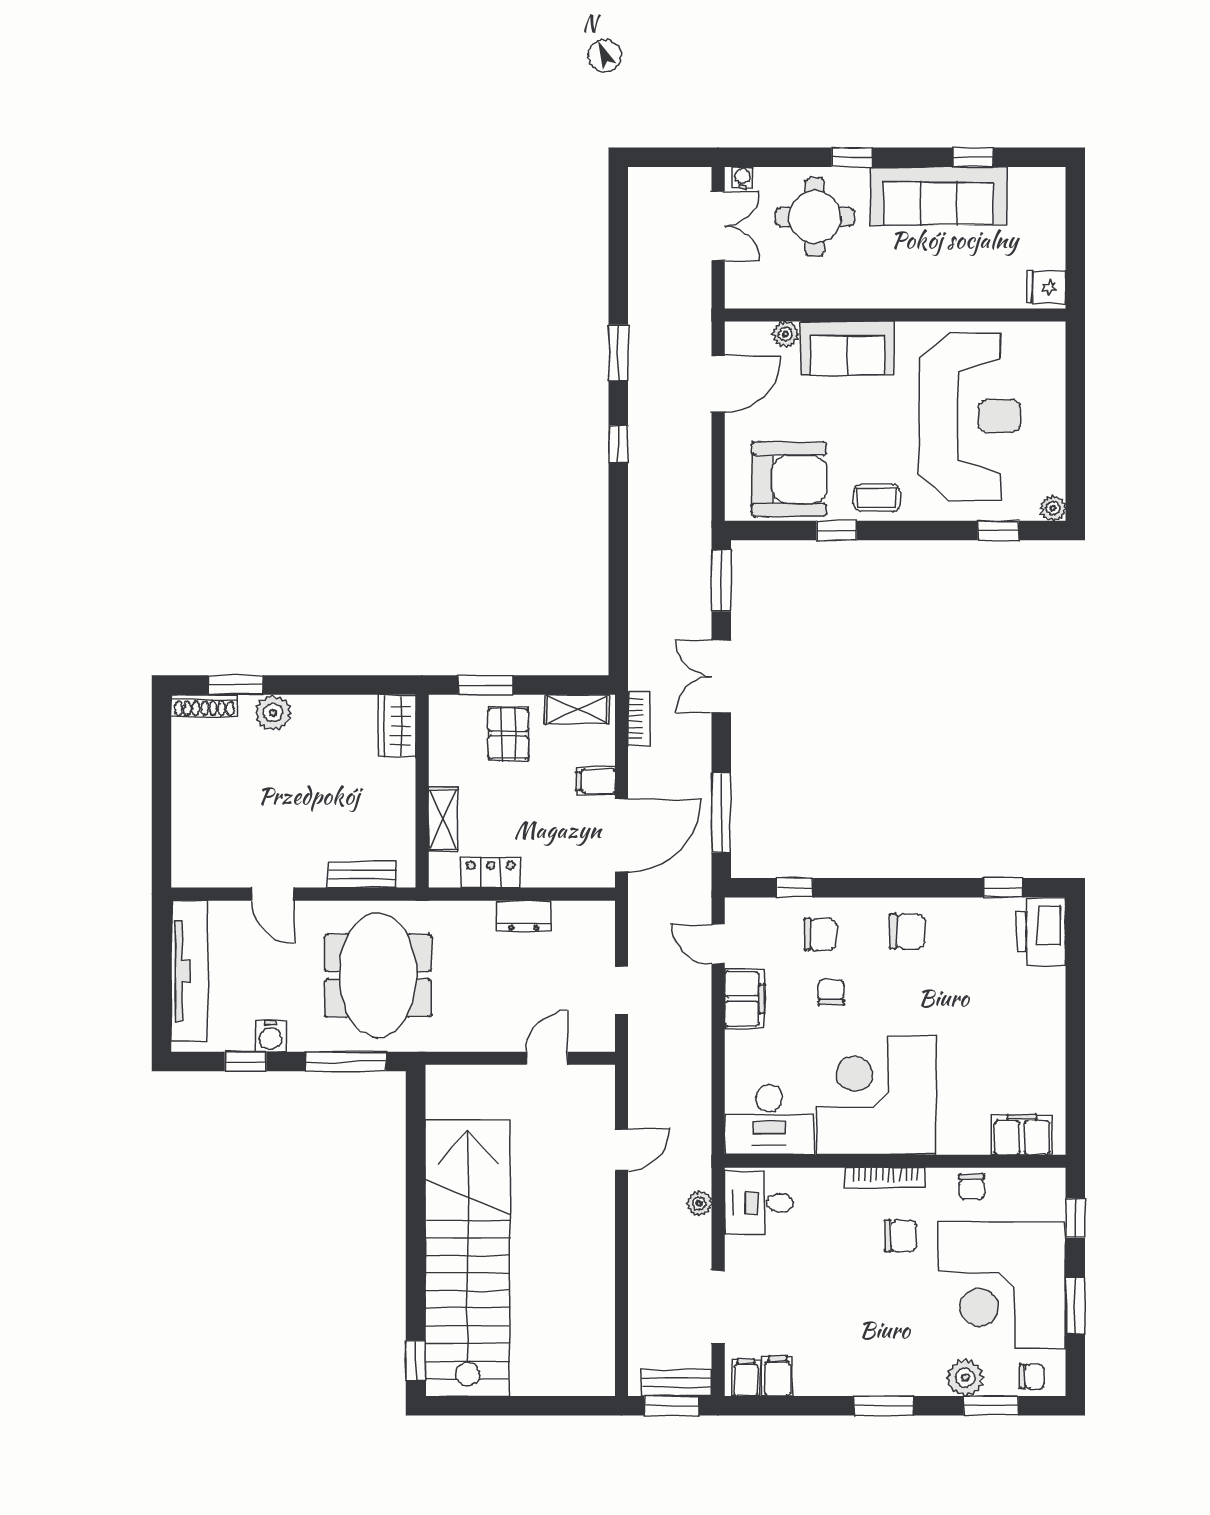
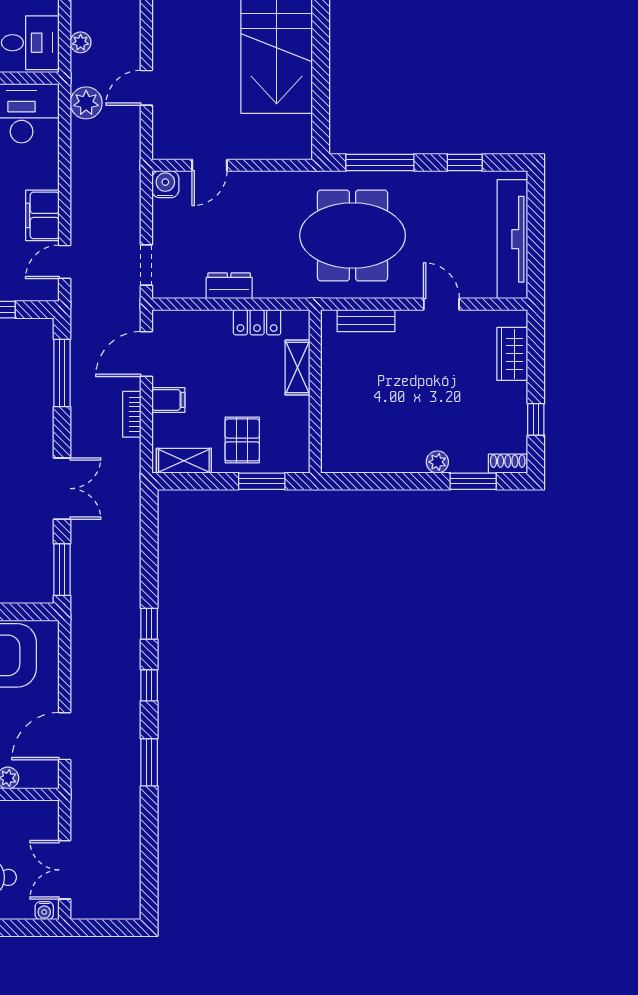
window: (618, 517) -> (149, 624), added
shoe rack: (204, 706) -> (508, 464), width x0.70
plant: (273, 713) -> (437, 462), width x0.73, depth x0.73
bookcase: (639, 719) -> (132, 414), moved
wardrobe: (397, 726) -> (512, 354), moved, turned 180
window: (161, 758) -> (536, 419), added
door: (622, 835) -> (146, 354), width x0.73
door: (718, 944) -> (65, 262), swing flipped
meeting table: (378, 975) -> (353, 235), turned 90
doorway: (622, 990) -> (146, 265), moved
water cooler: (270, 1036) -> (165, 184), moved
plant: (693, 1132) -> (86, 103), added

